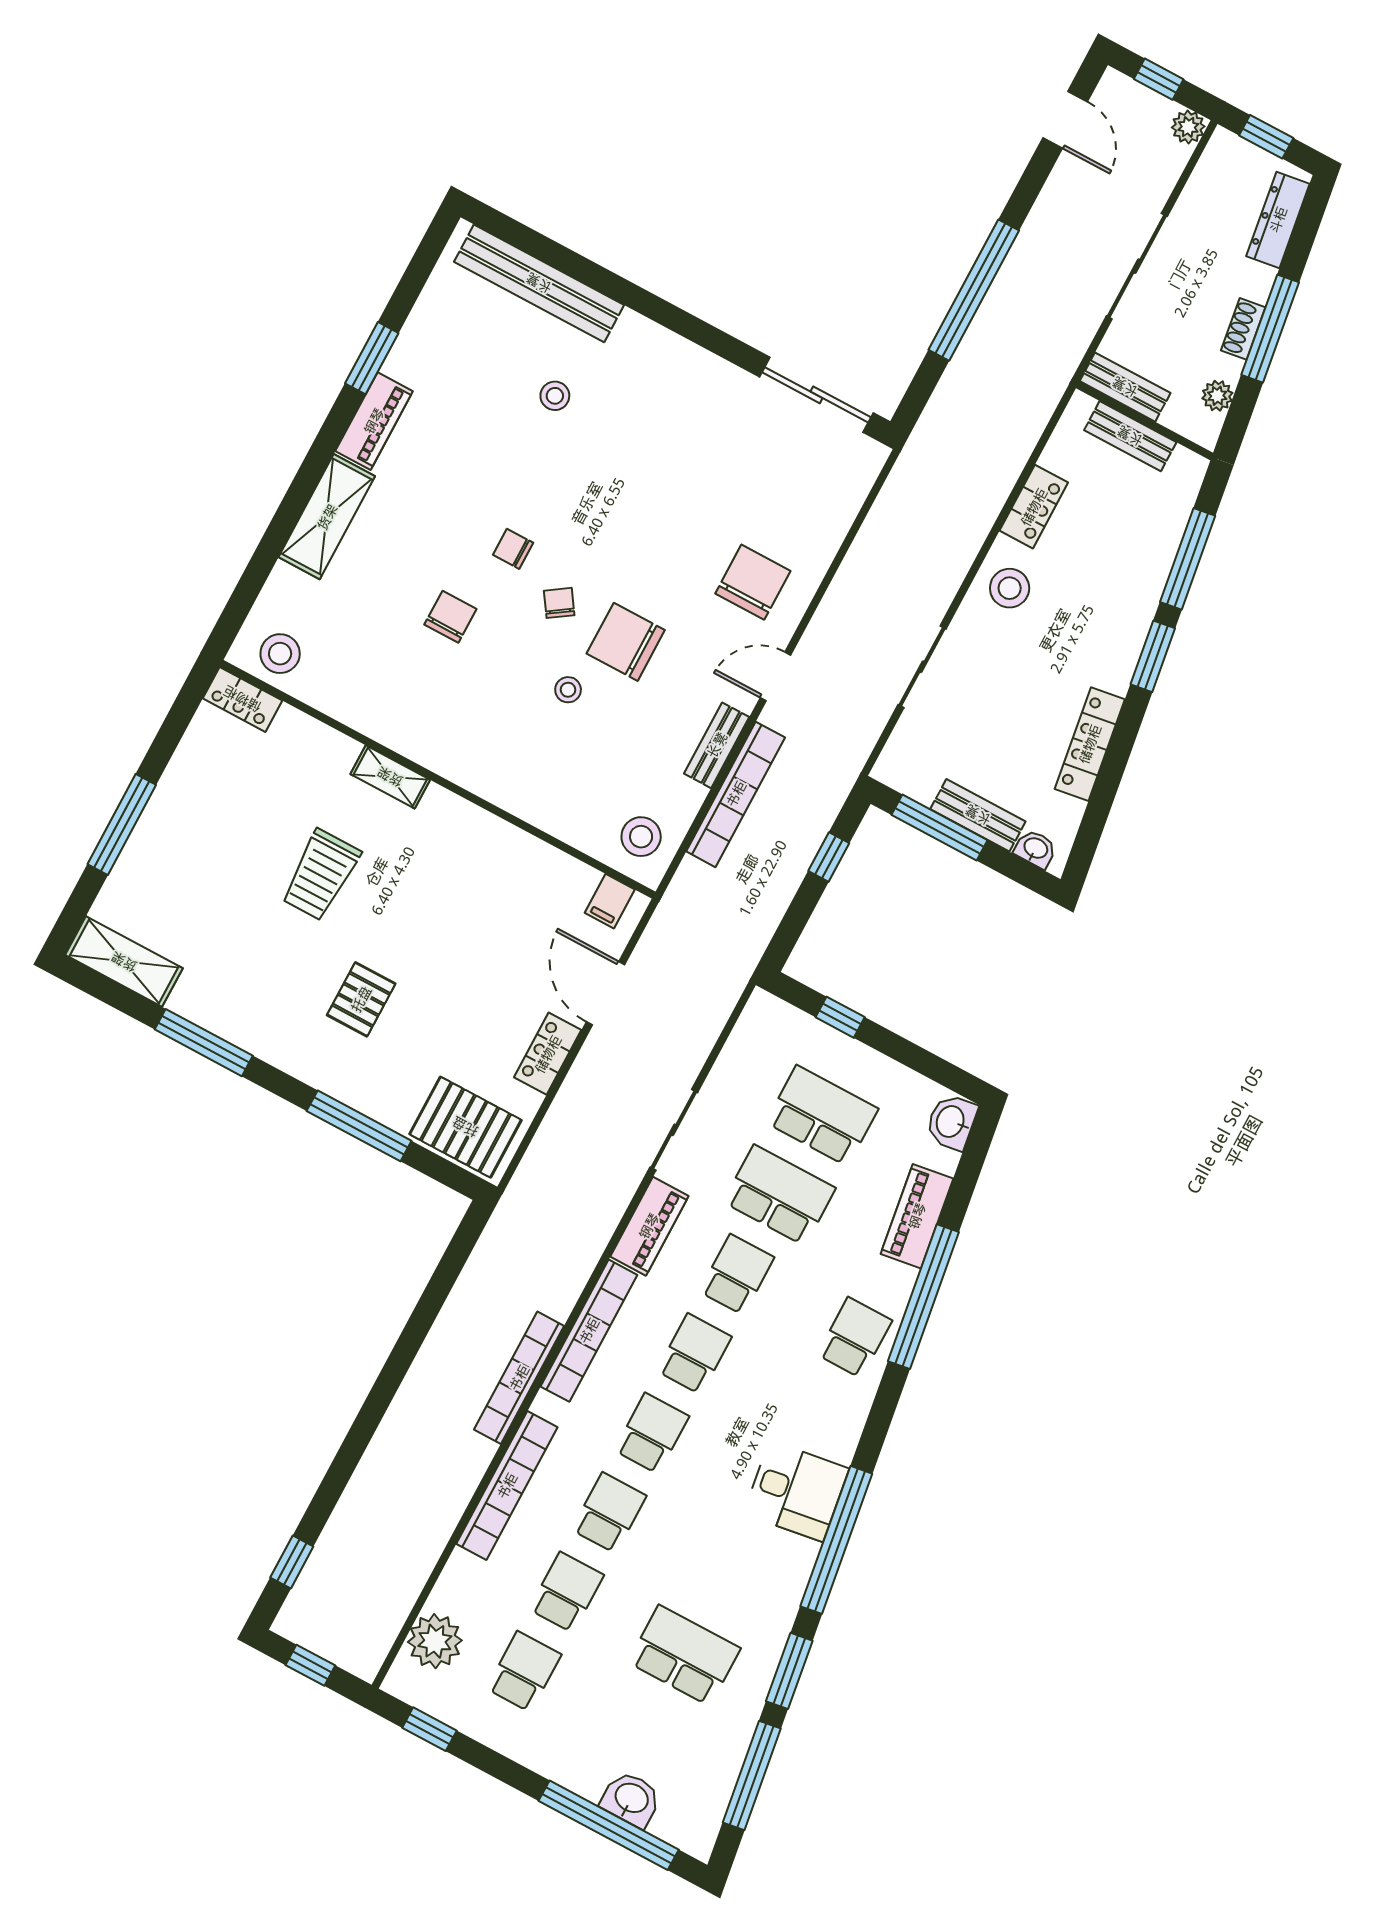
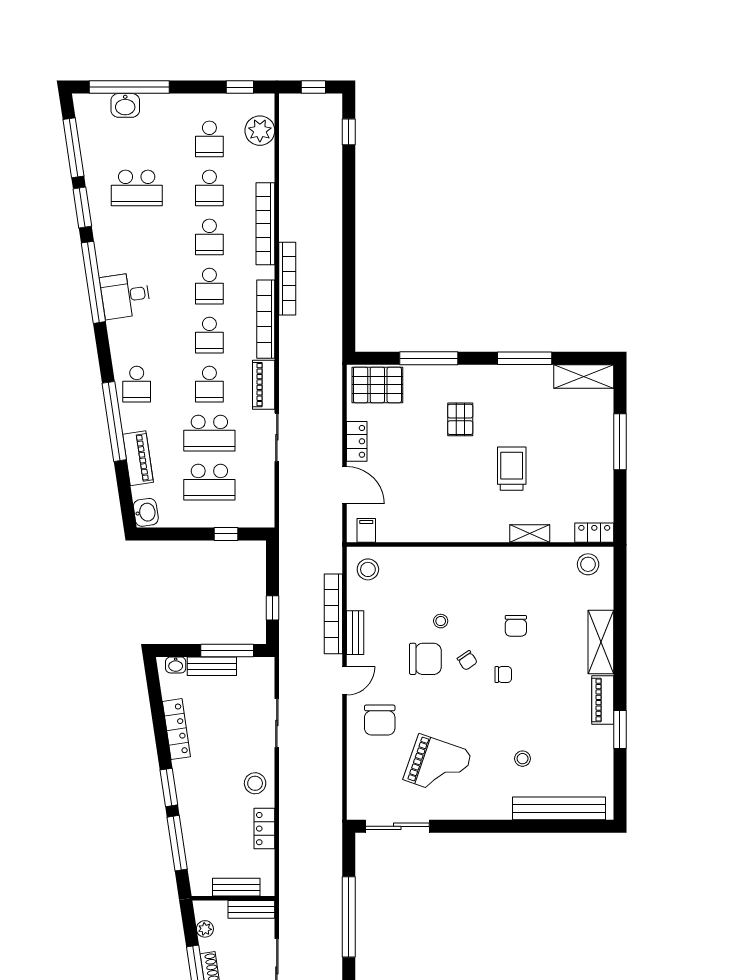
grand piano: (698, 458) -> (438, 766), added
shelving: (390, 777) -> (530, 534), moved

